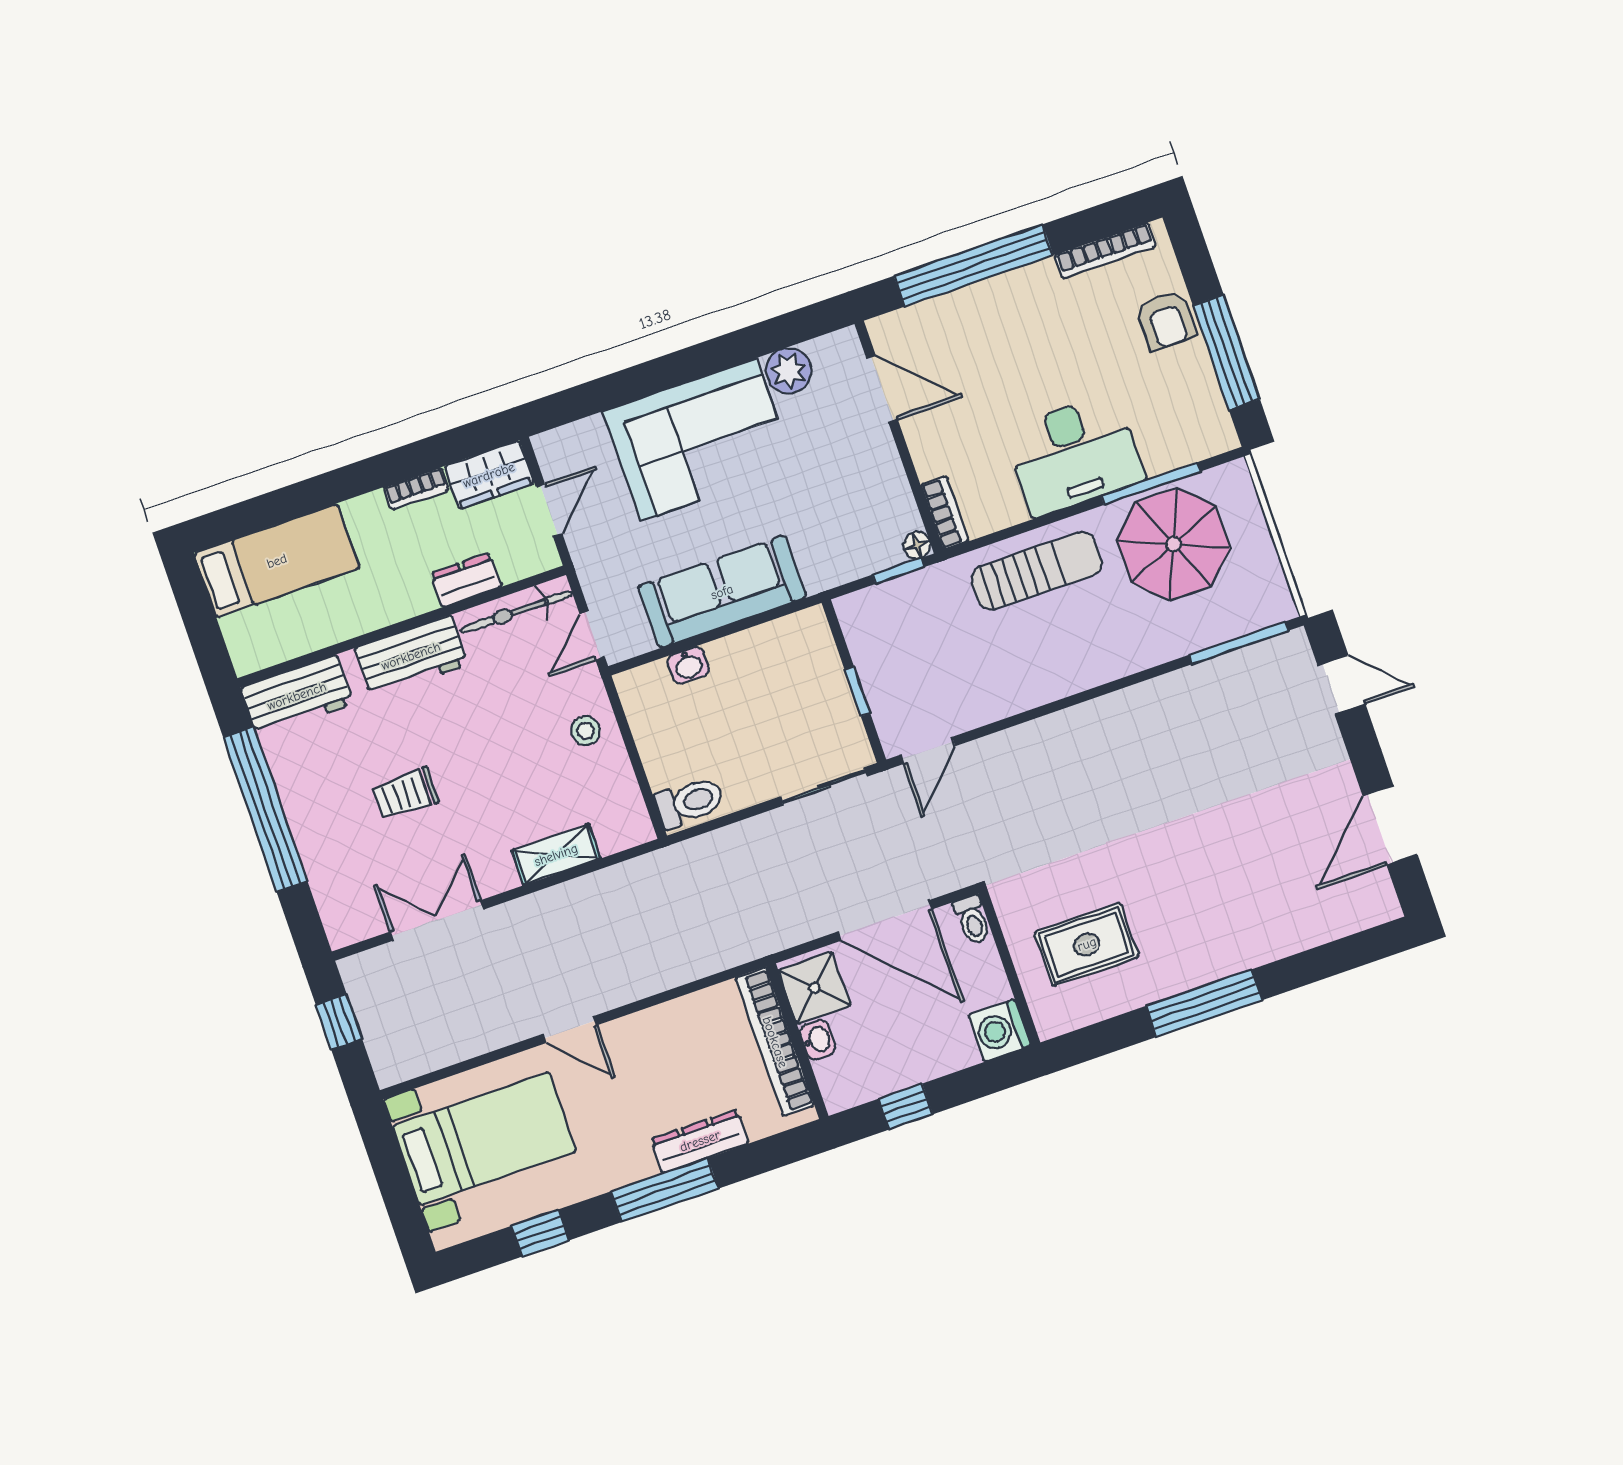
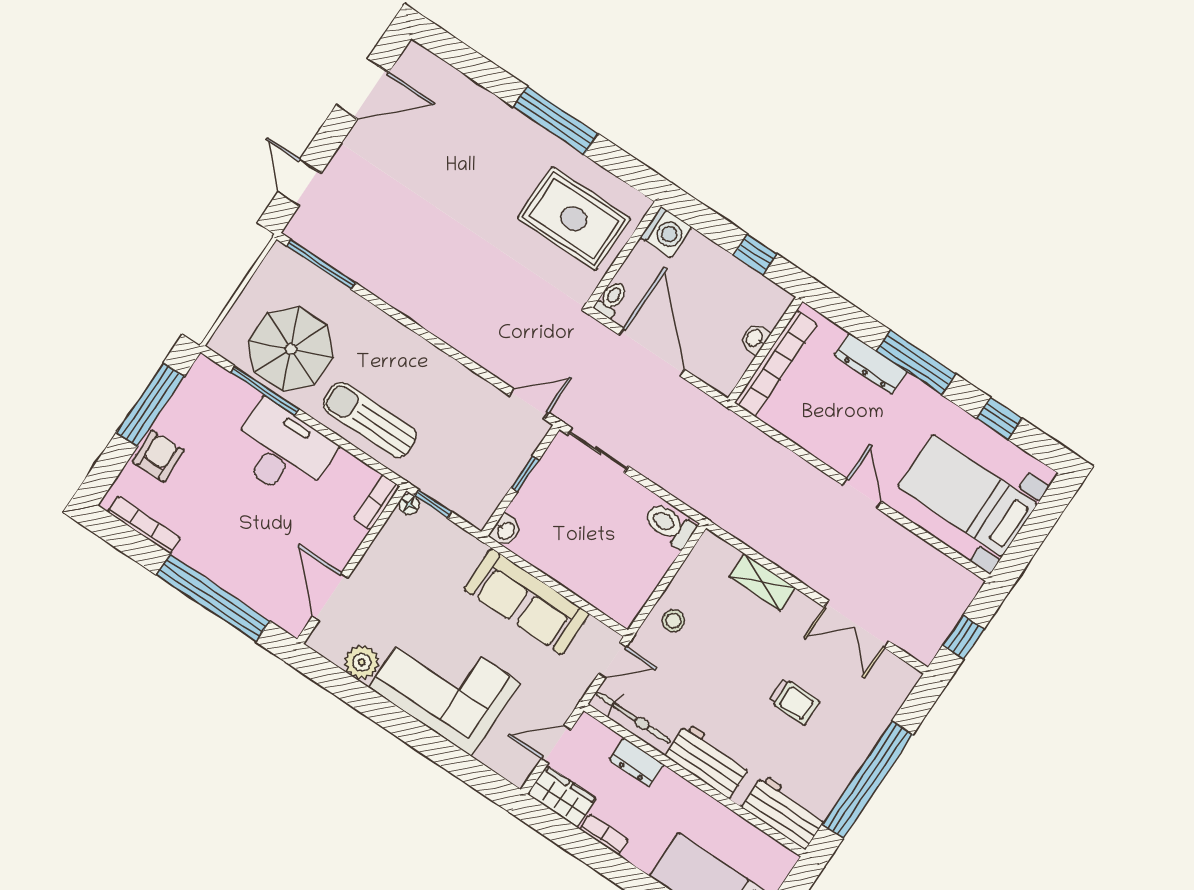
washbasin: (688, 665) -> (505, 531), moved, turned 90
rug: (1087, 944) -> (574, 219), width x1.36, depth x1.43
shower: (815, 988) -> (725, 364), removed

